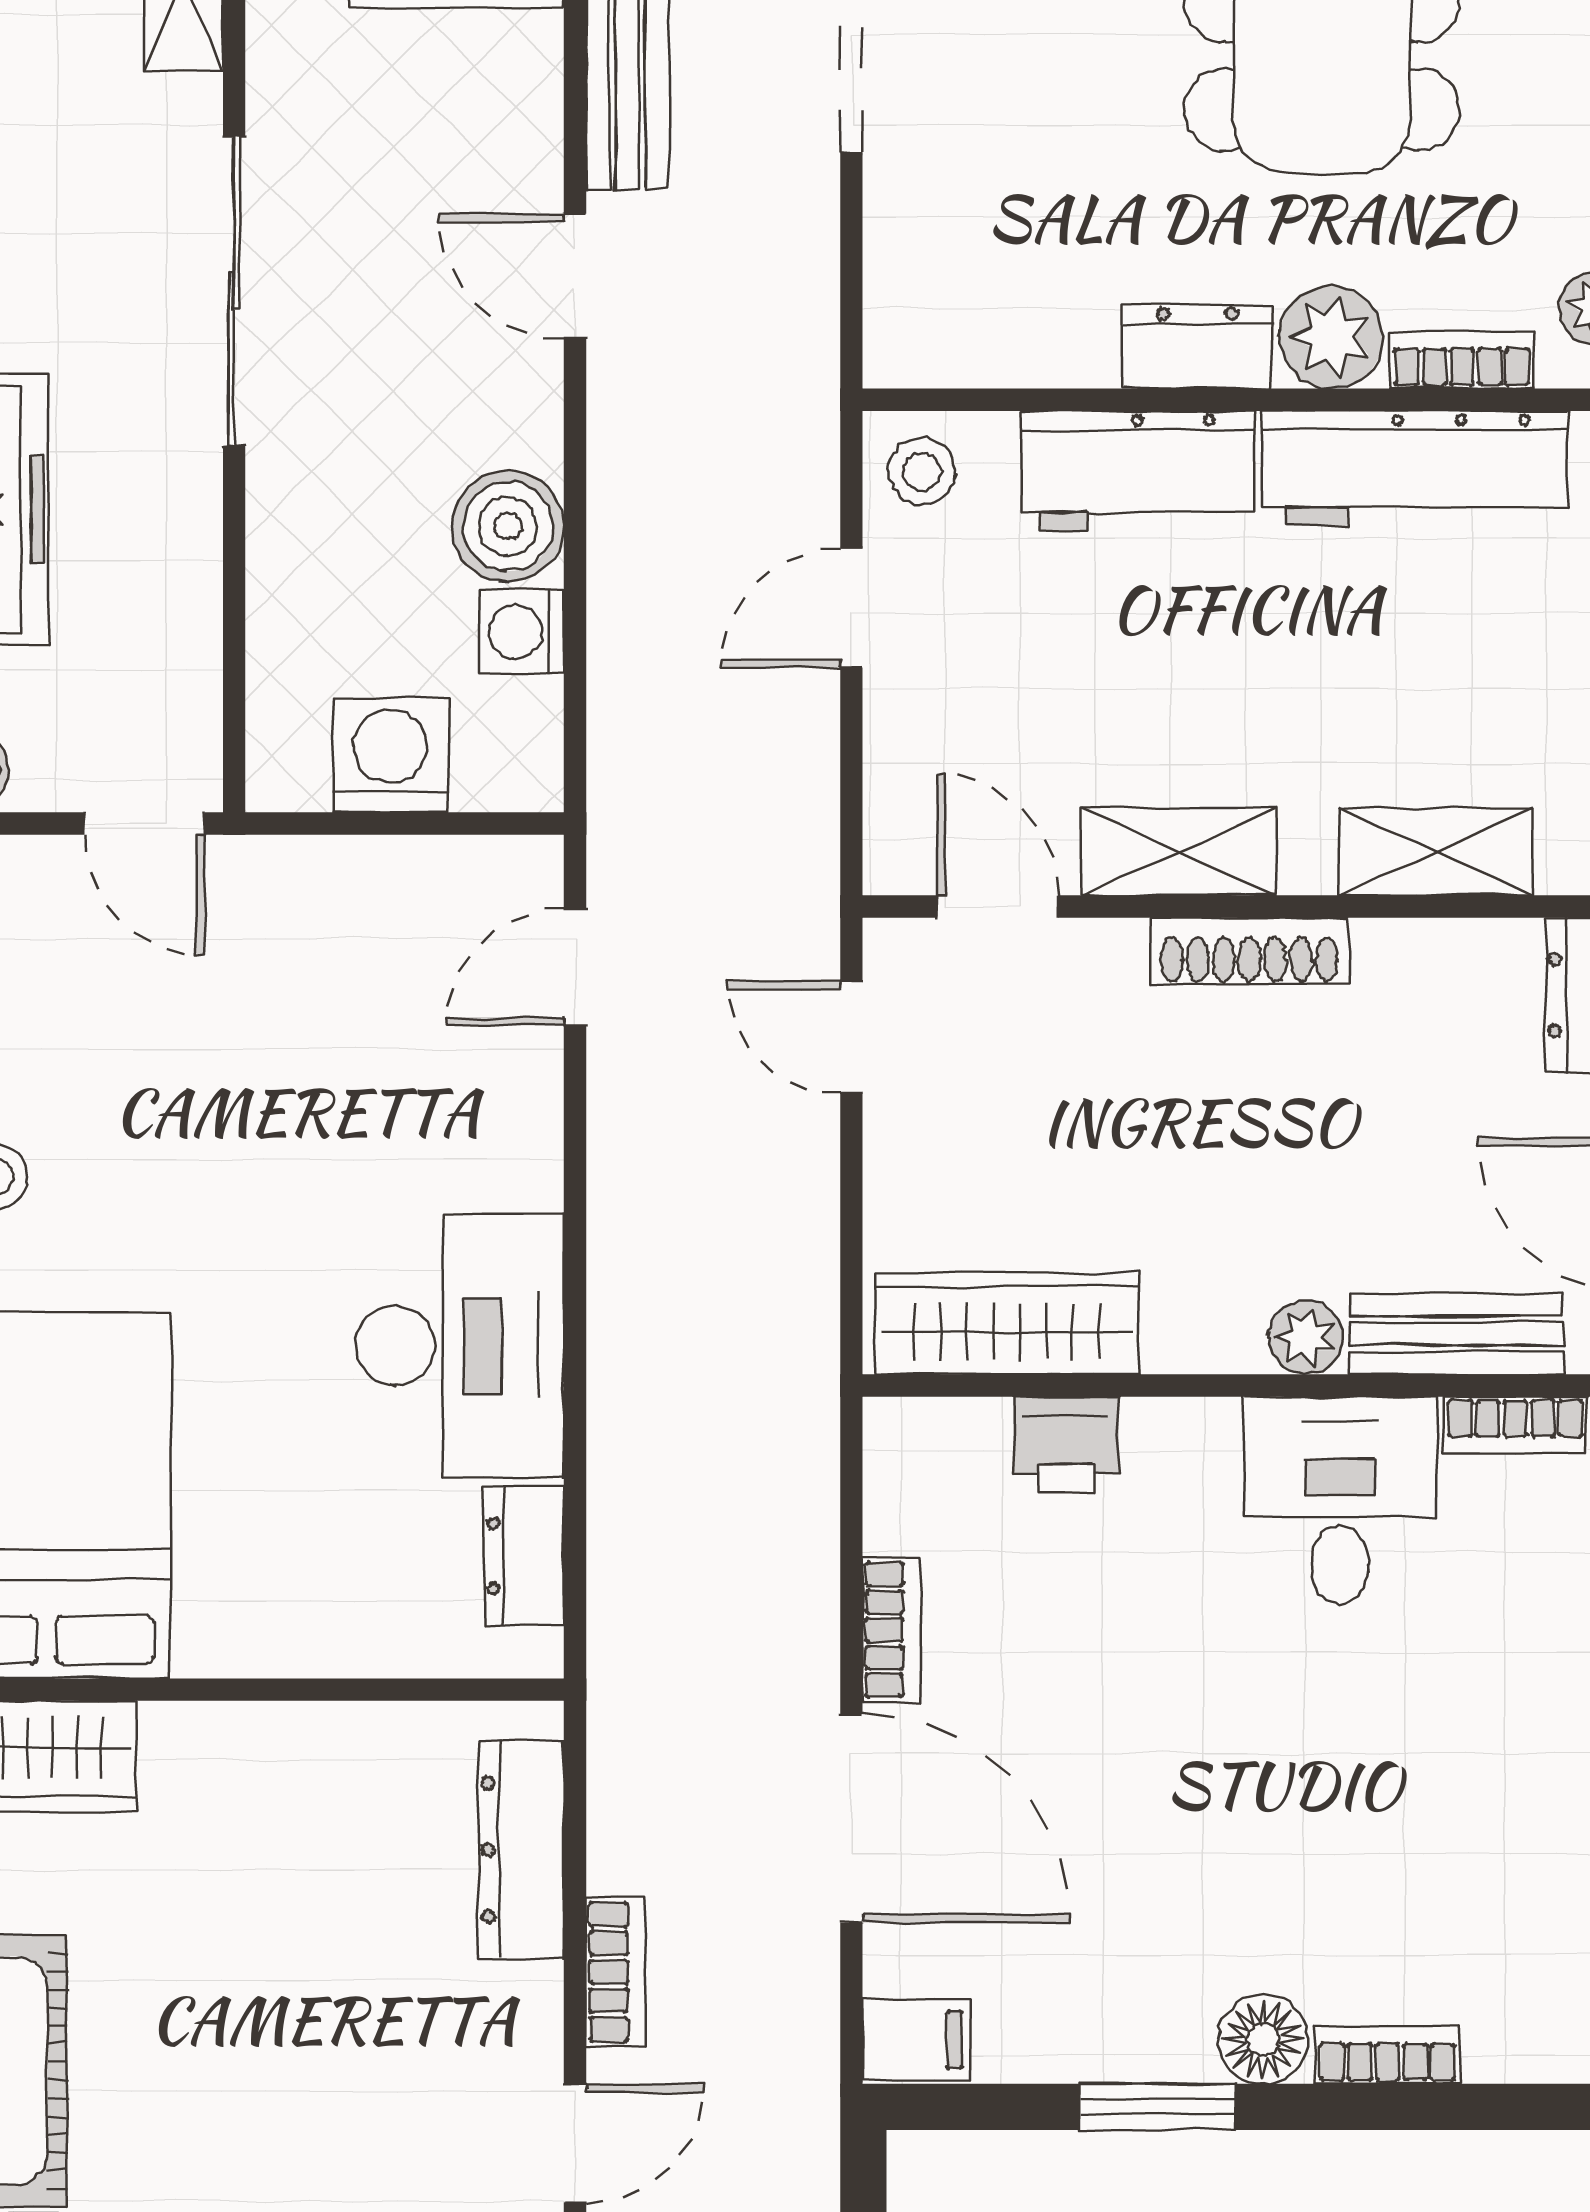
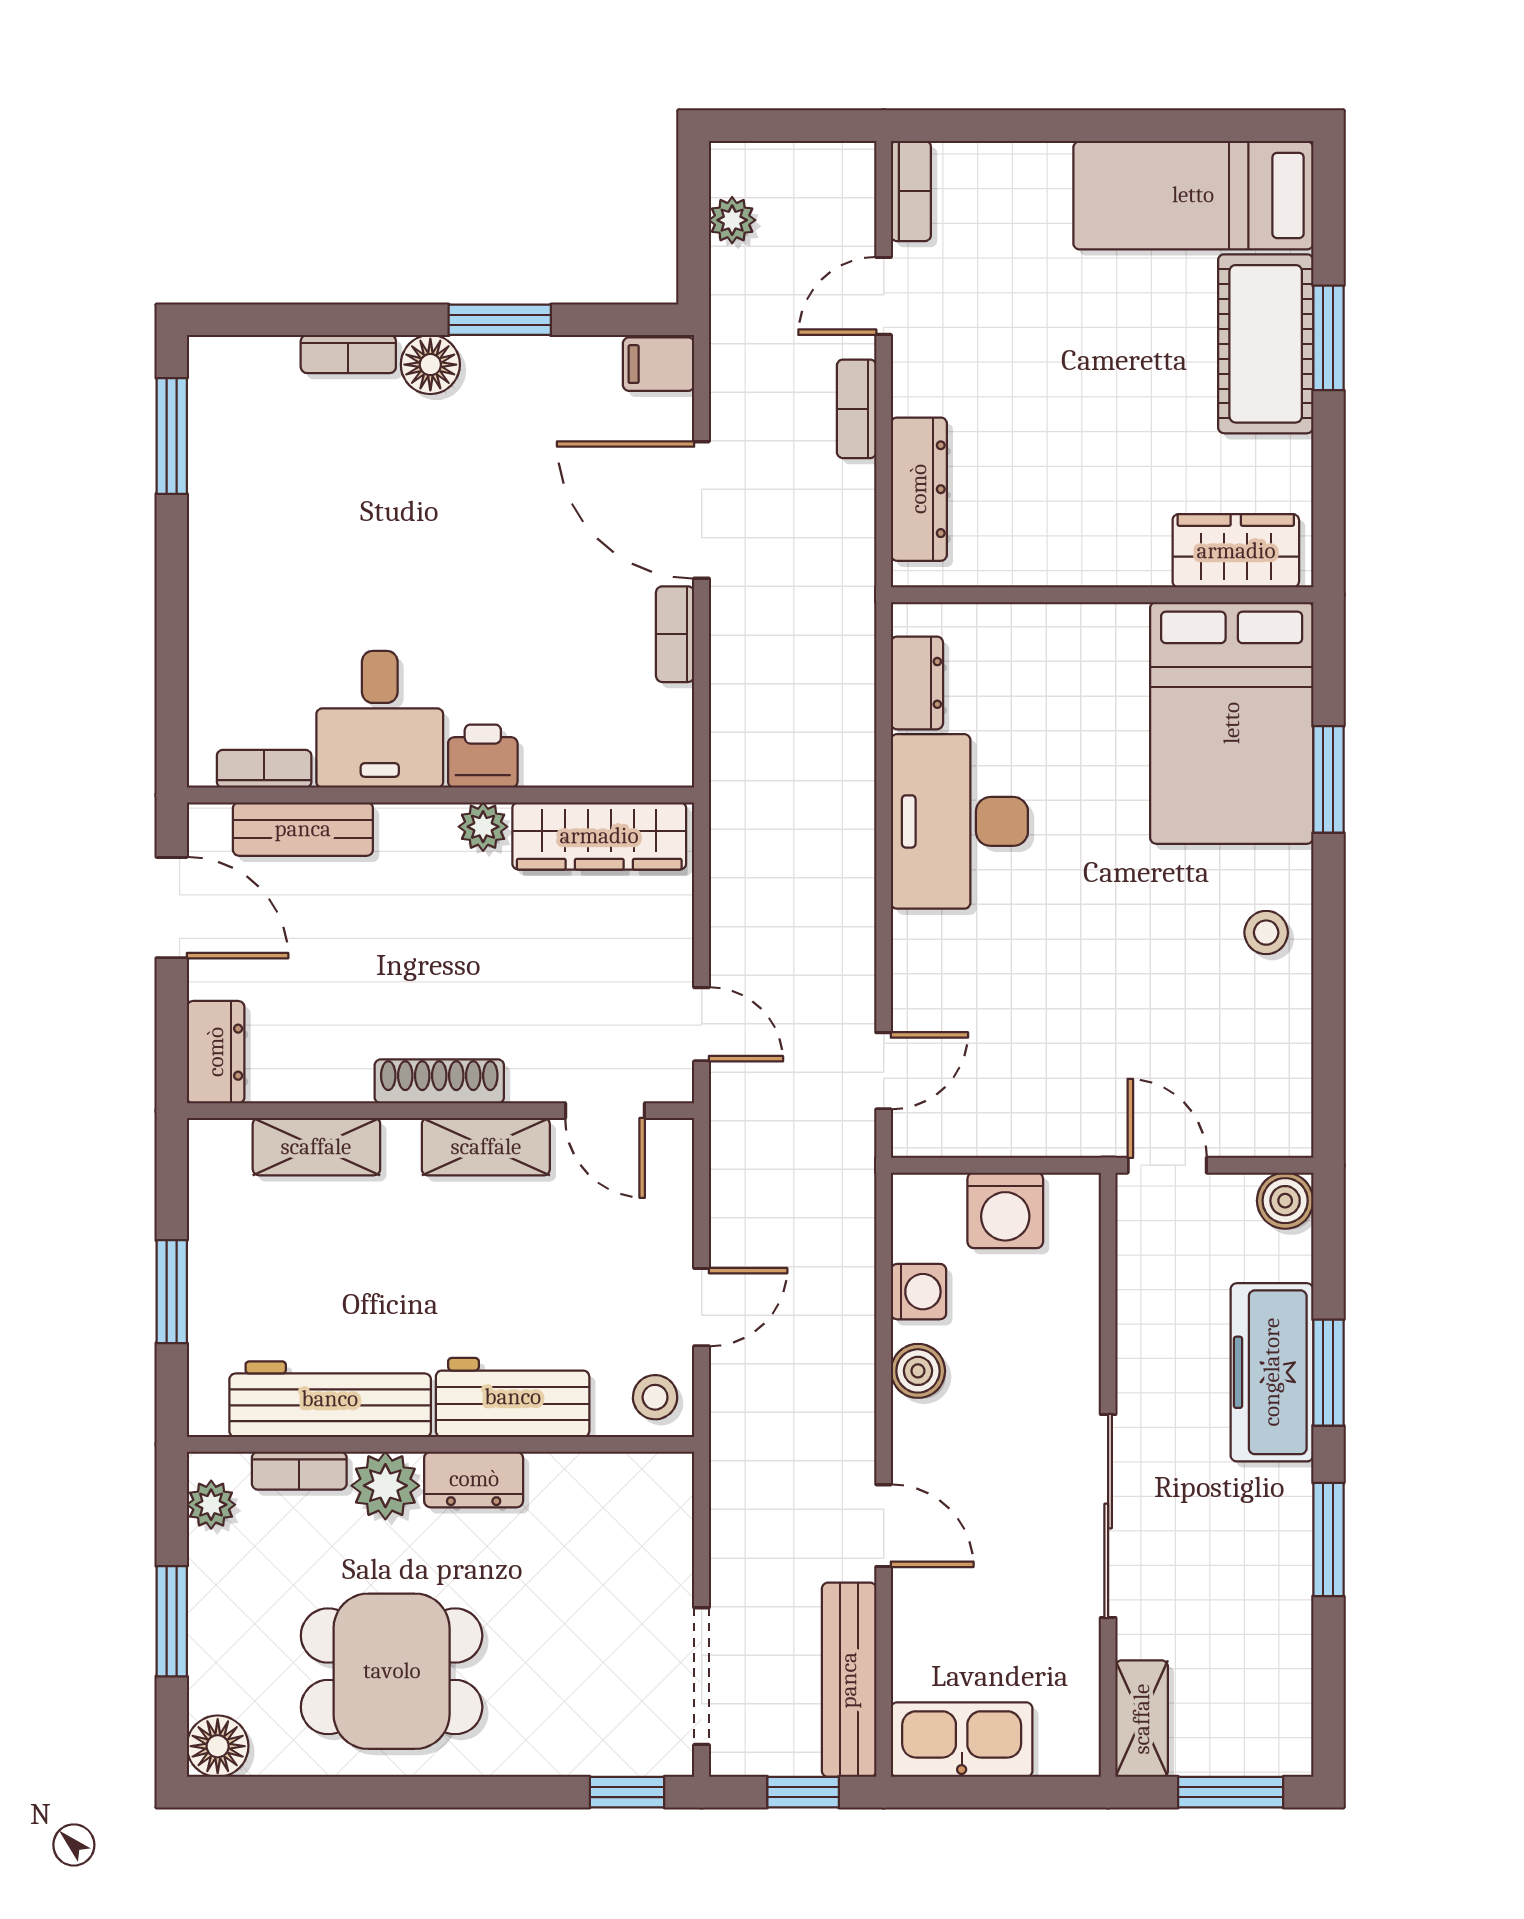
boiler: (508, 526) -> (918, 1371), width x0.73, depth x0.73
plant: (1306, 1337) -> (483, 827), moved
printer: (1066, 1445) -> (483, 756), moved

